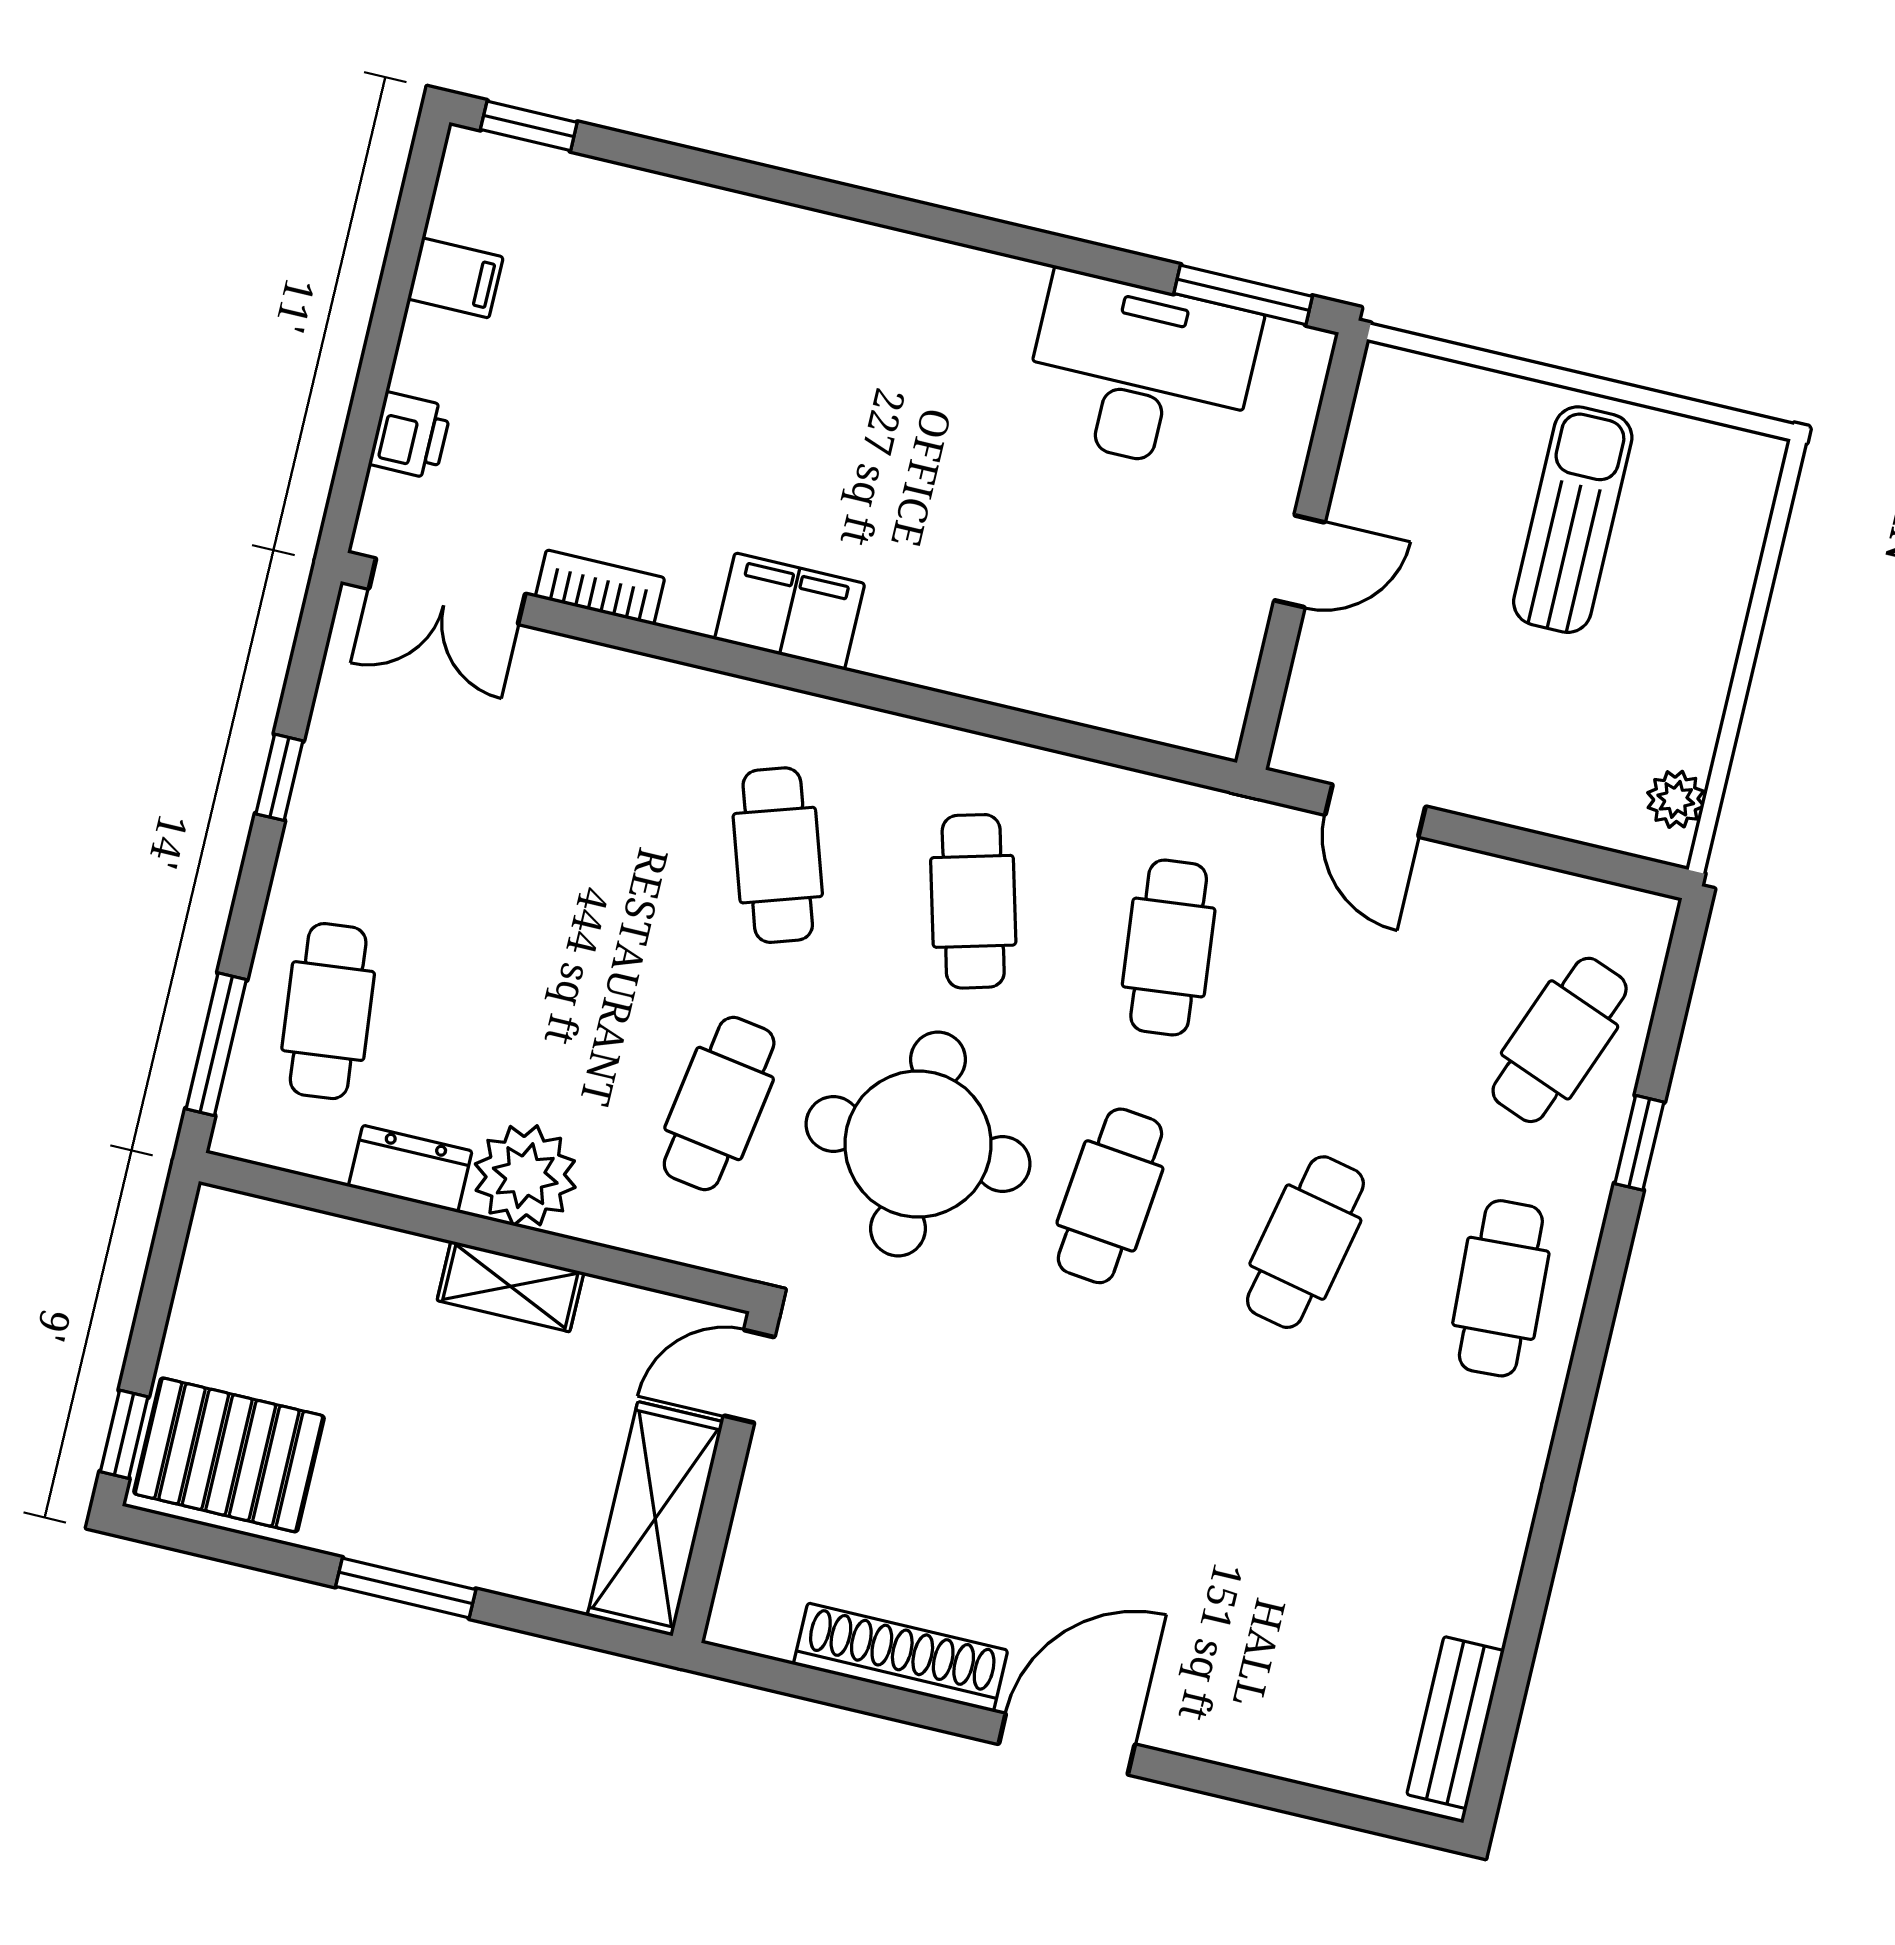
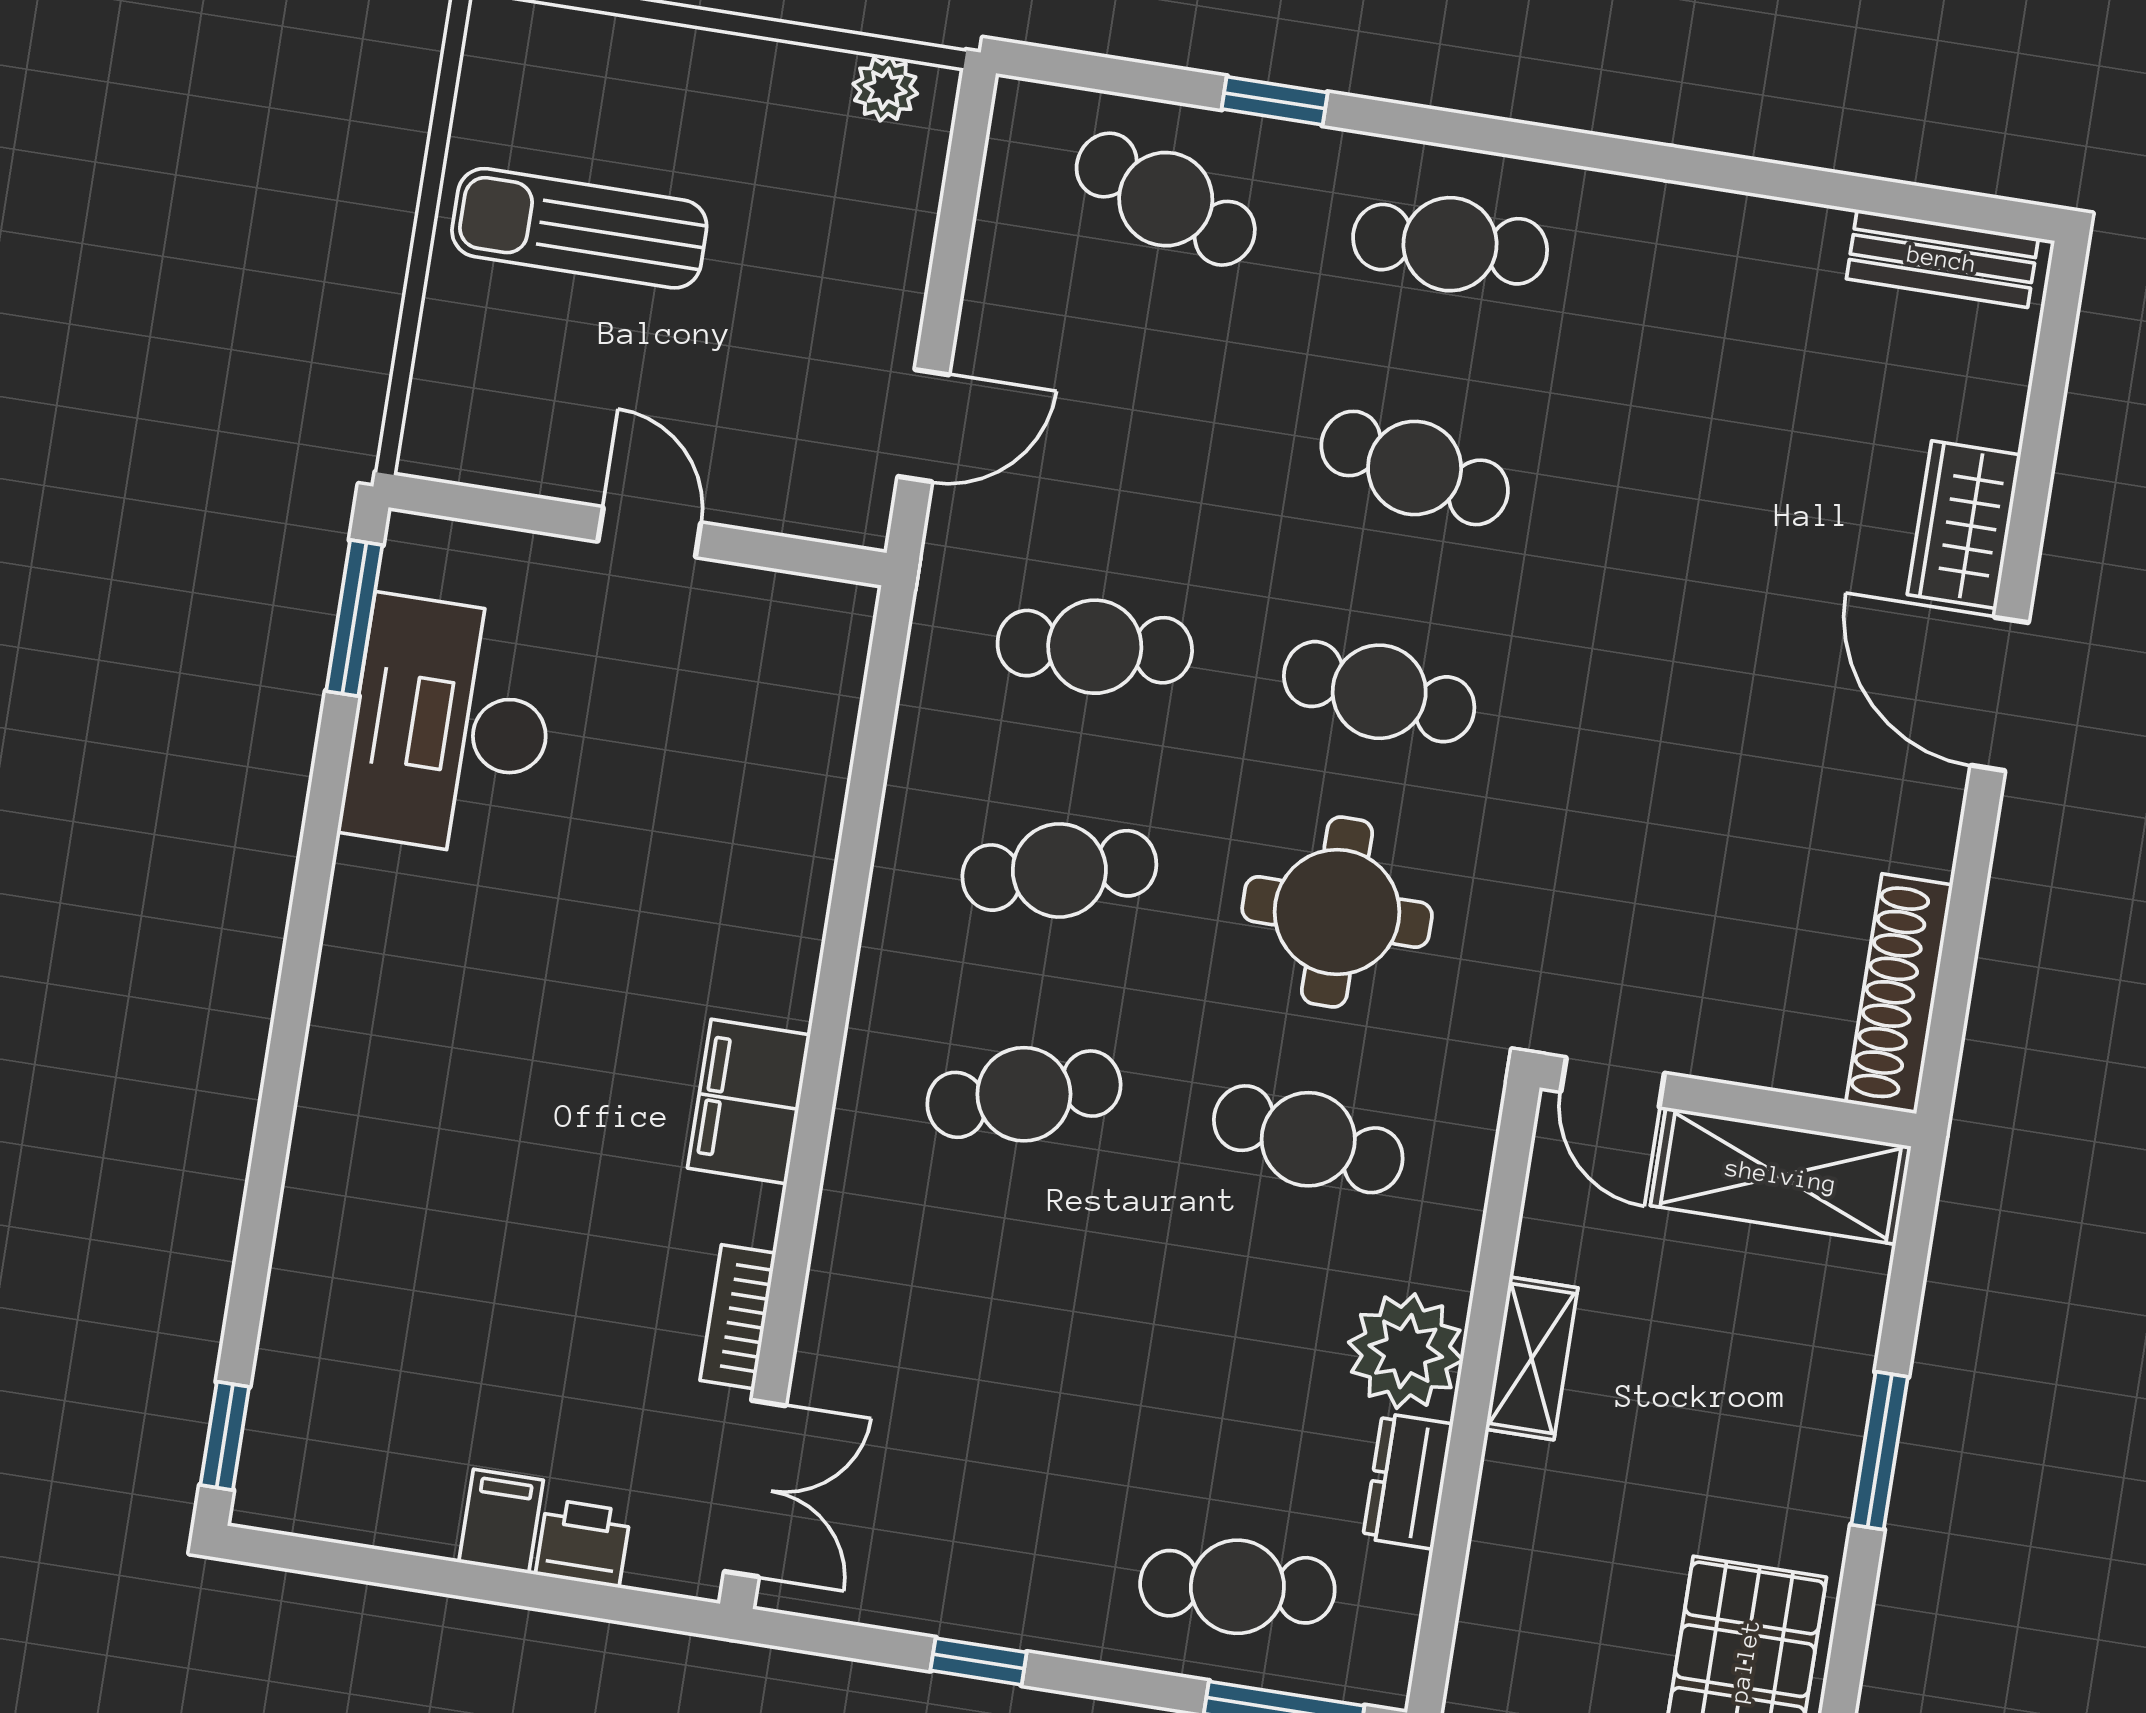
filing cabinet: (455, 278) -> (501, 1521), moved
round table: (918, 1144) -> (1337, 912), width x0.73, depth x0.73
shoe rack: (901, 1657) -> (1899, 994), moved
wardrobe: (1219, 1724) -> (1964, 525), added

